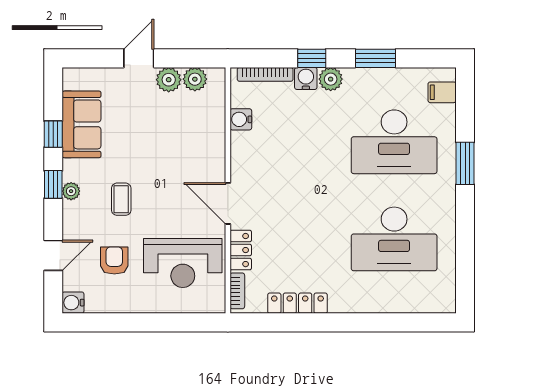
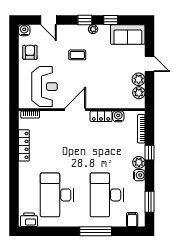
window: (376, 58) -> (150, 202), moved
water cooler: (306, 78) -> (139, 175), moved
sofa: (82, 124) -> (128, 35), moved
window: (465, 163) -> (96, 231), width x1.44
plant: (71, 191) -> (93, 29), moved
locker: (241, 250) -> (101, 116), moved
armchair: (114, 260) -> (30, 52), moved, turned -90
reception desk: (183, 263) -> (45, 87), turned 180
printer: (442, 293) -> (29, 220), added

